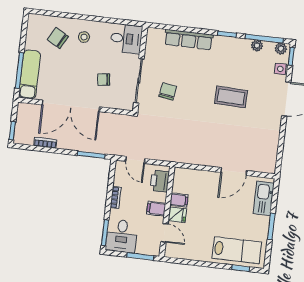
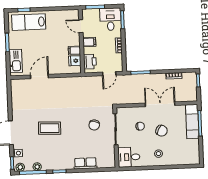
chair: (58, 38) -> (162, 131), moved
row of seats: (189, 40) -> (85, 163), width x0.68
double door: (71, 106) -> (160, 104), width x0.73
door: (135, 160) -> (109, 74), swing flipped
fridge: (177, 215) -> (75, 61), moved

